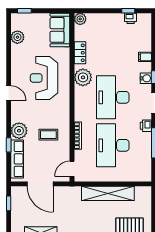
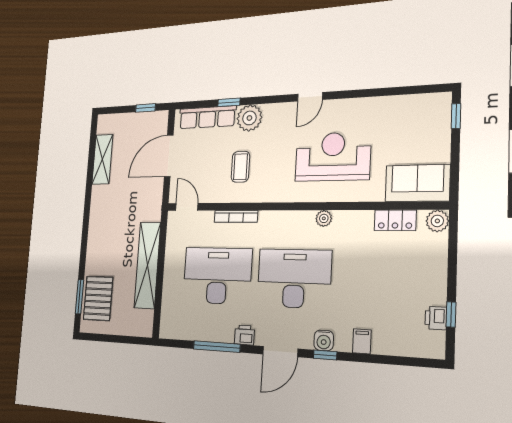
plant: (17, 37) -> (407, 106), removed
locker: (80, 53) -> (395, 220), moved
plant: (83, 77) -> (324, 218), width x0.53, depth x0.53

